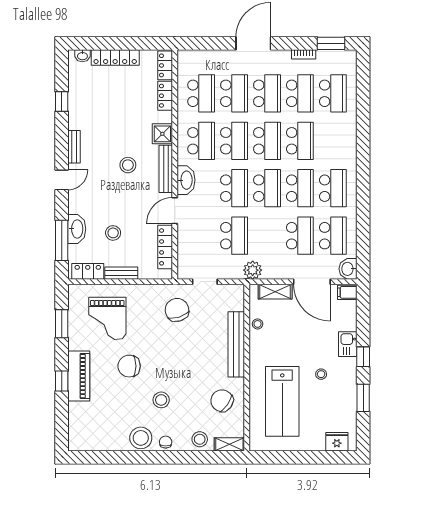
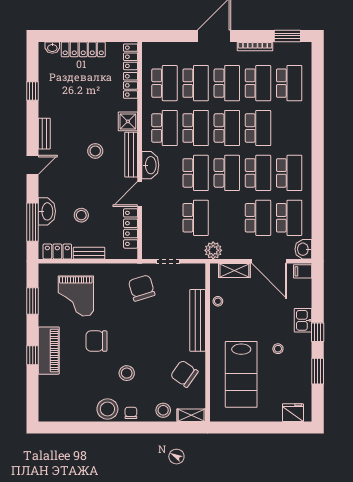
bookcase: (304, 54) -> (255, 46), width x1.56

